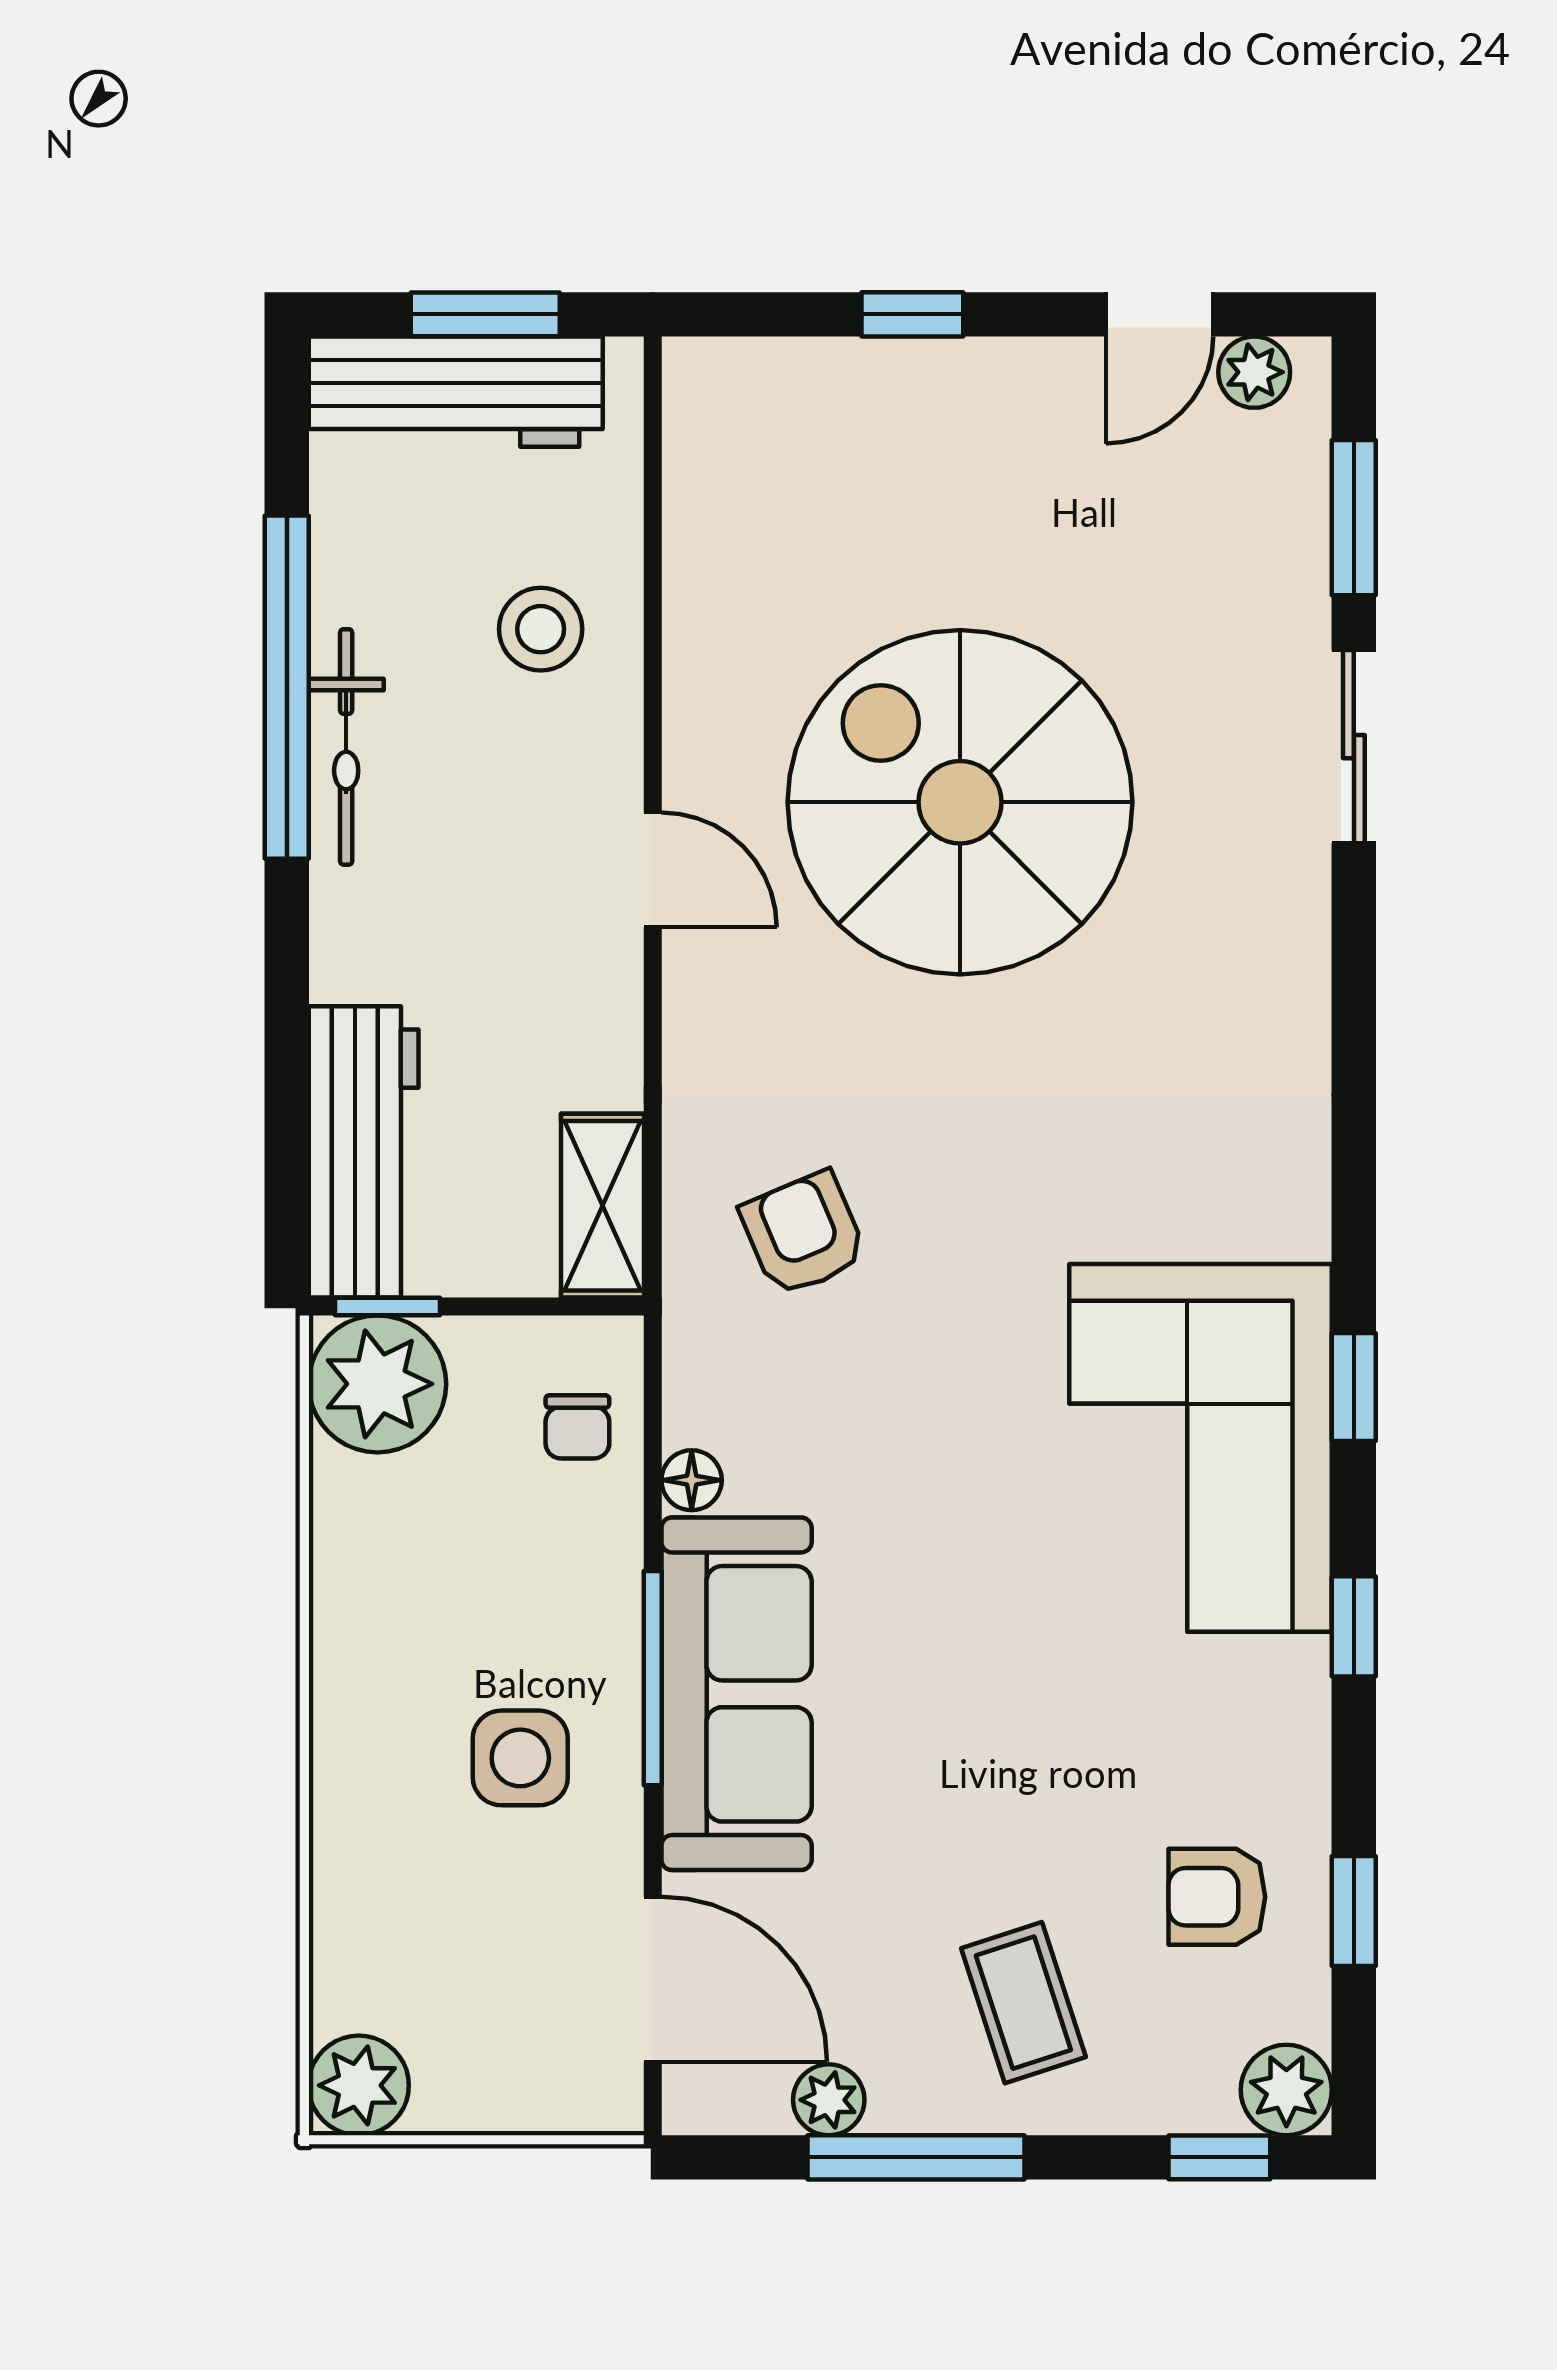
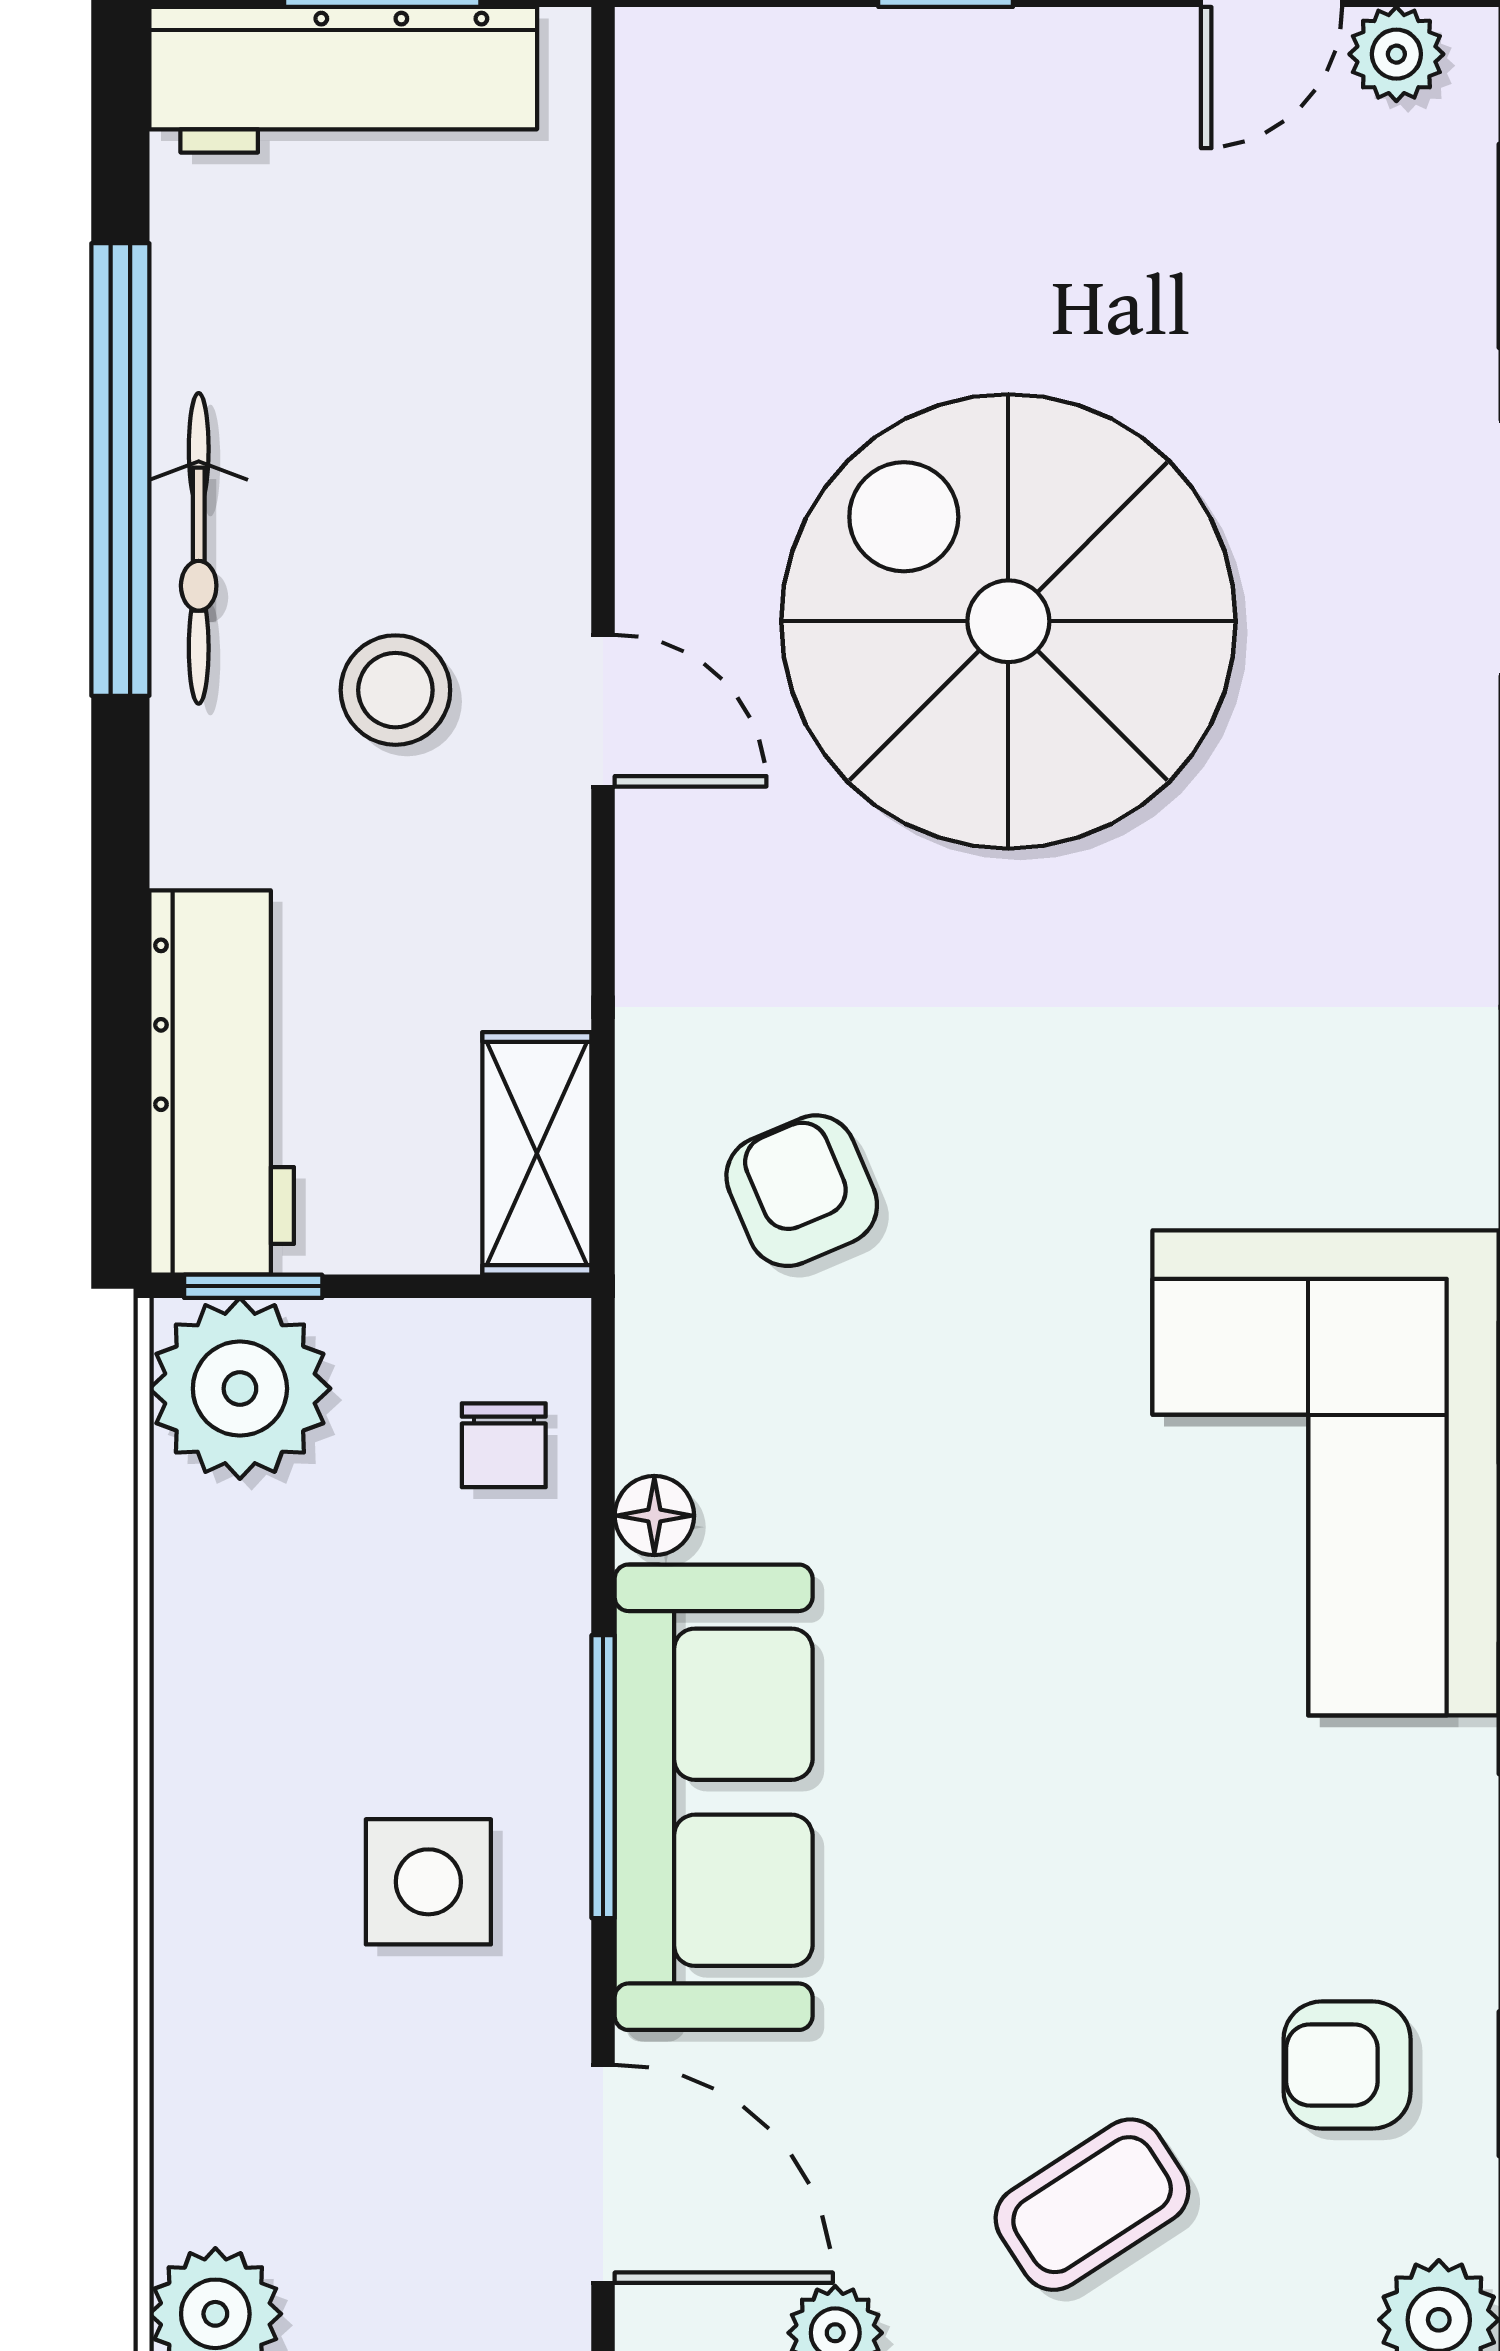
stool: (541, 629) -> (395, 690), moved
coffee table: (1023, 2003) -> (1092, 2205), turned 75

